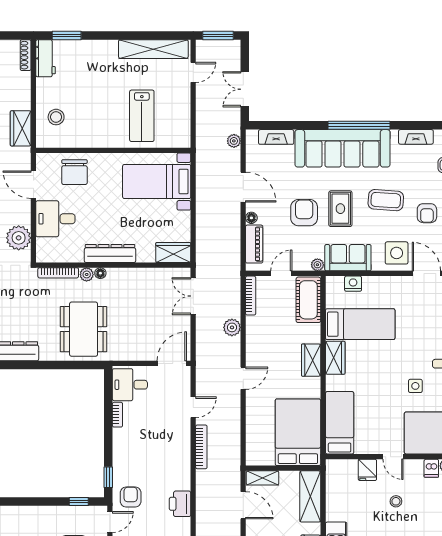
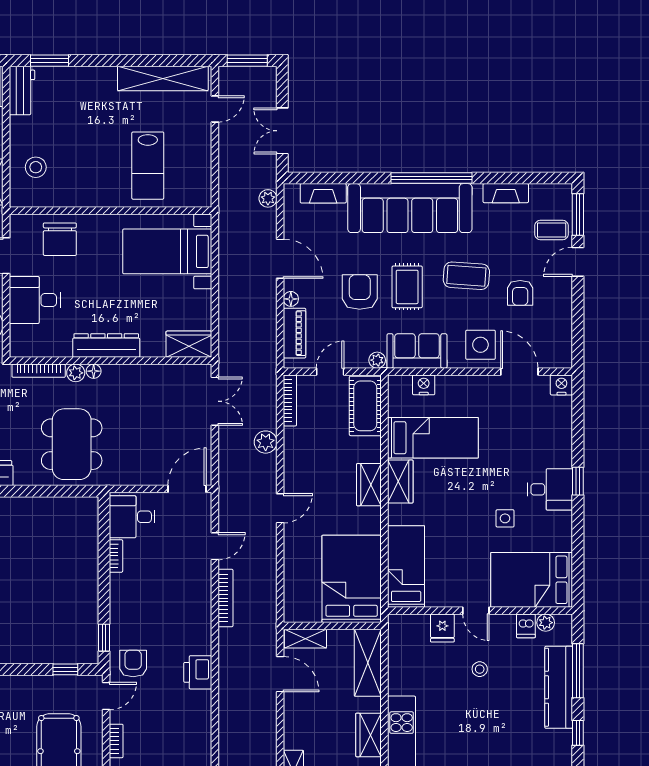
double door: (193, 296) -> (215, 401), swing flipped

